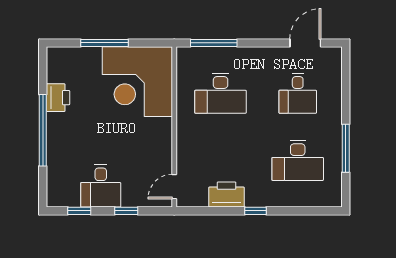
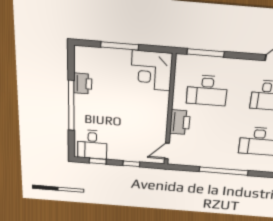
corner desk: (137, 82) -> (151, 71), width x0.74, depth x0.74
desk: (101, 186) -> (92, 145), moved
printer: (227, 195) -> (180, 122), moved, turned 90
window: (255, 211) -> (224, 171), width x3.17

